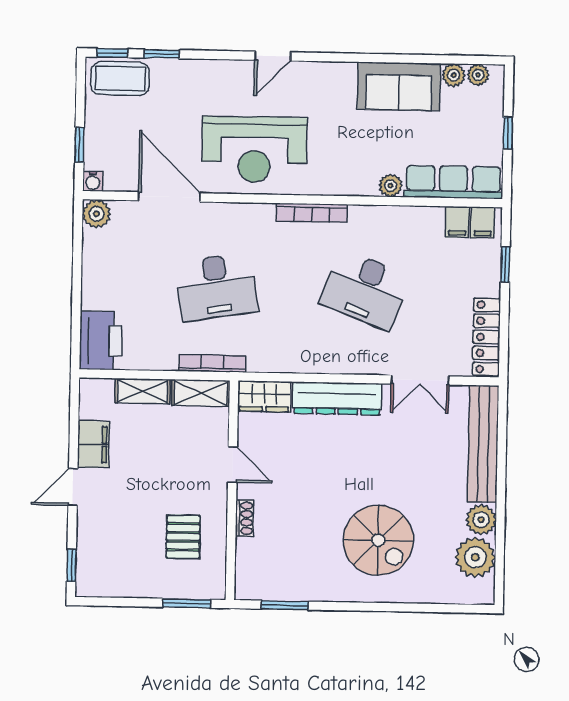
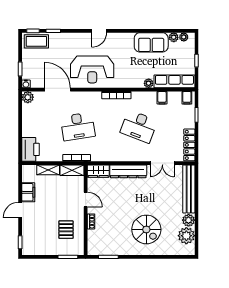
filing cabinet: (457, 222) -> (162, 98), moved

